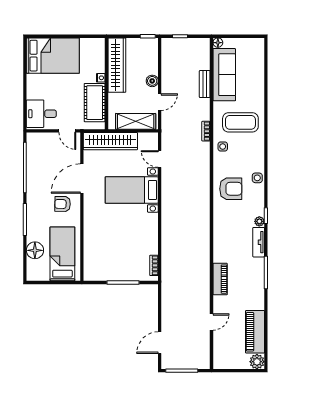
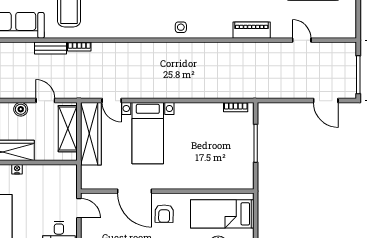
bench: (205, 84) -> (51, 48), moved
cot: (95, 103) -> (46, 176), removed
door: (67, 131) -> (79, 208), hinge flipped
wardrobe: (110, 141) -> (91, 134), moved
side table: (223, 147) -> (181, 27), moved
door: (160, 159) -> (112, 101), hinge flipped
armchair: (231, 189) -> (146, 18), removed

